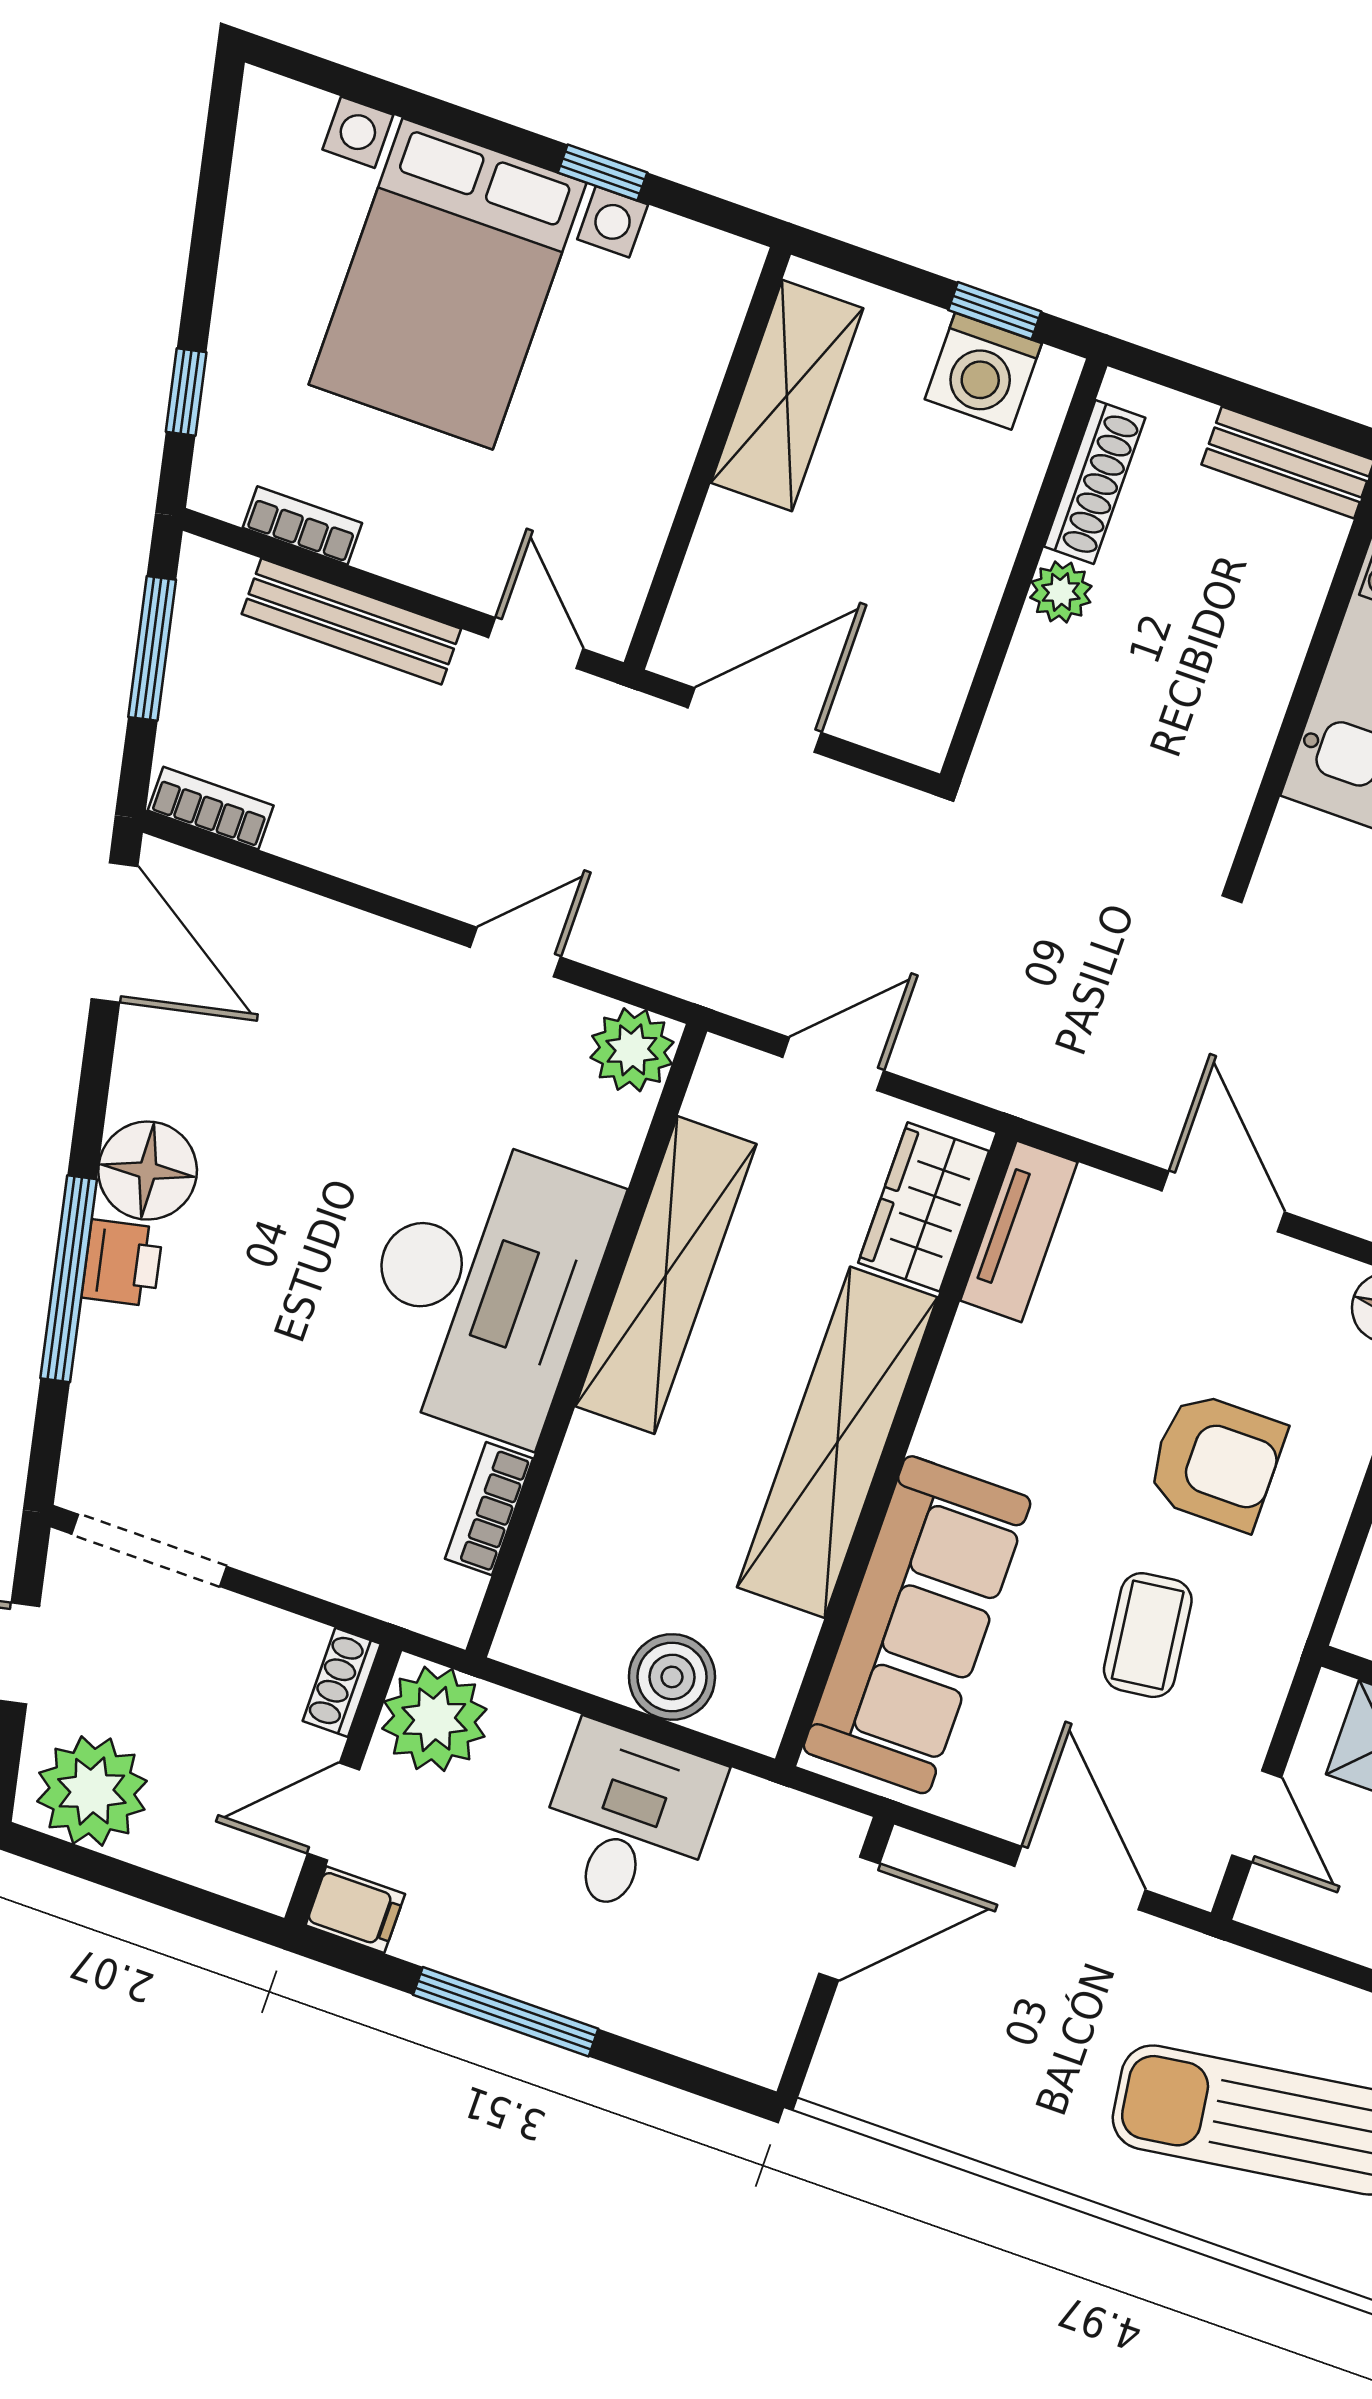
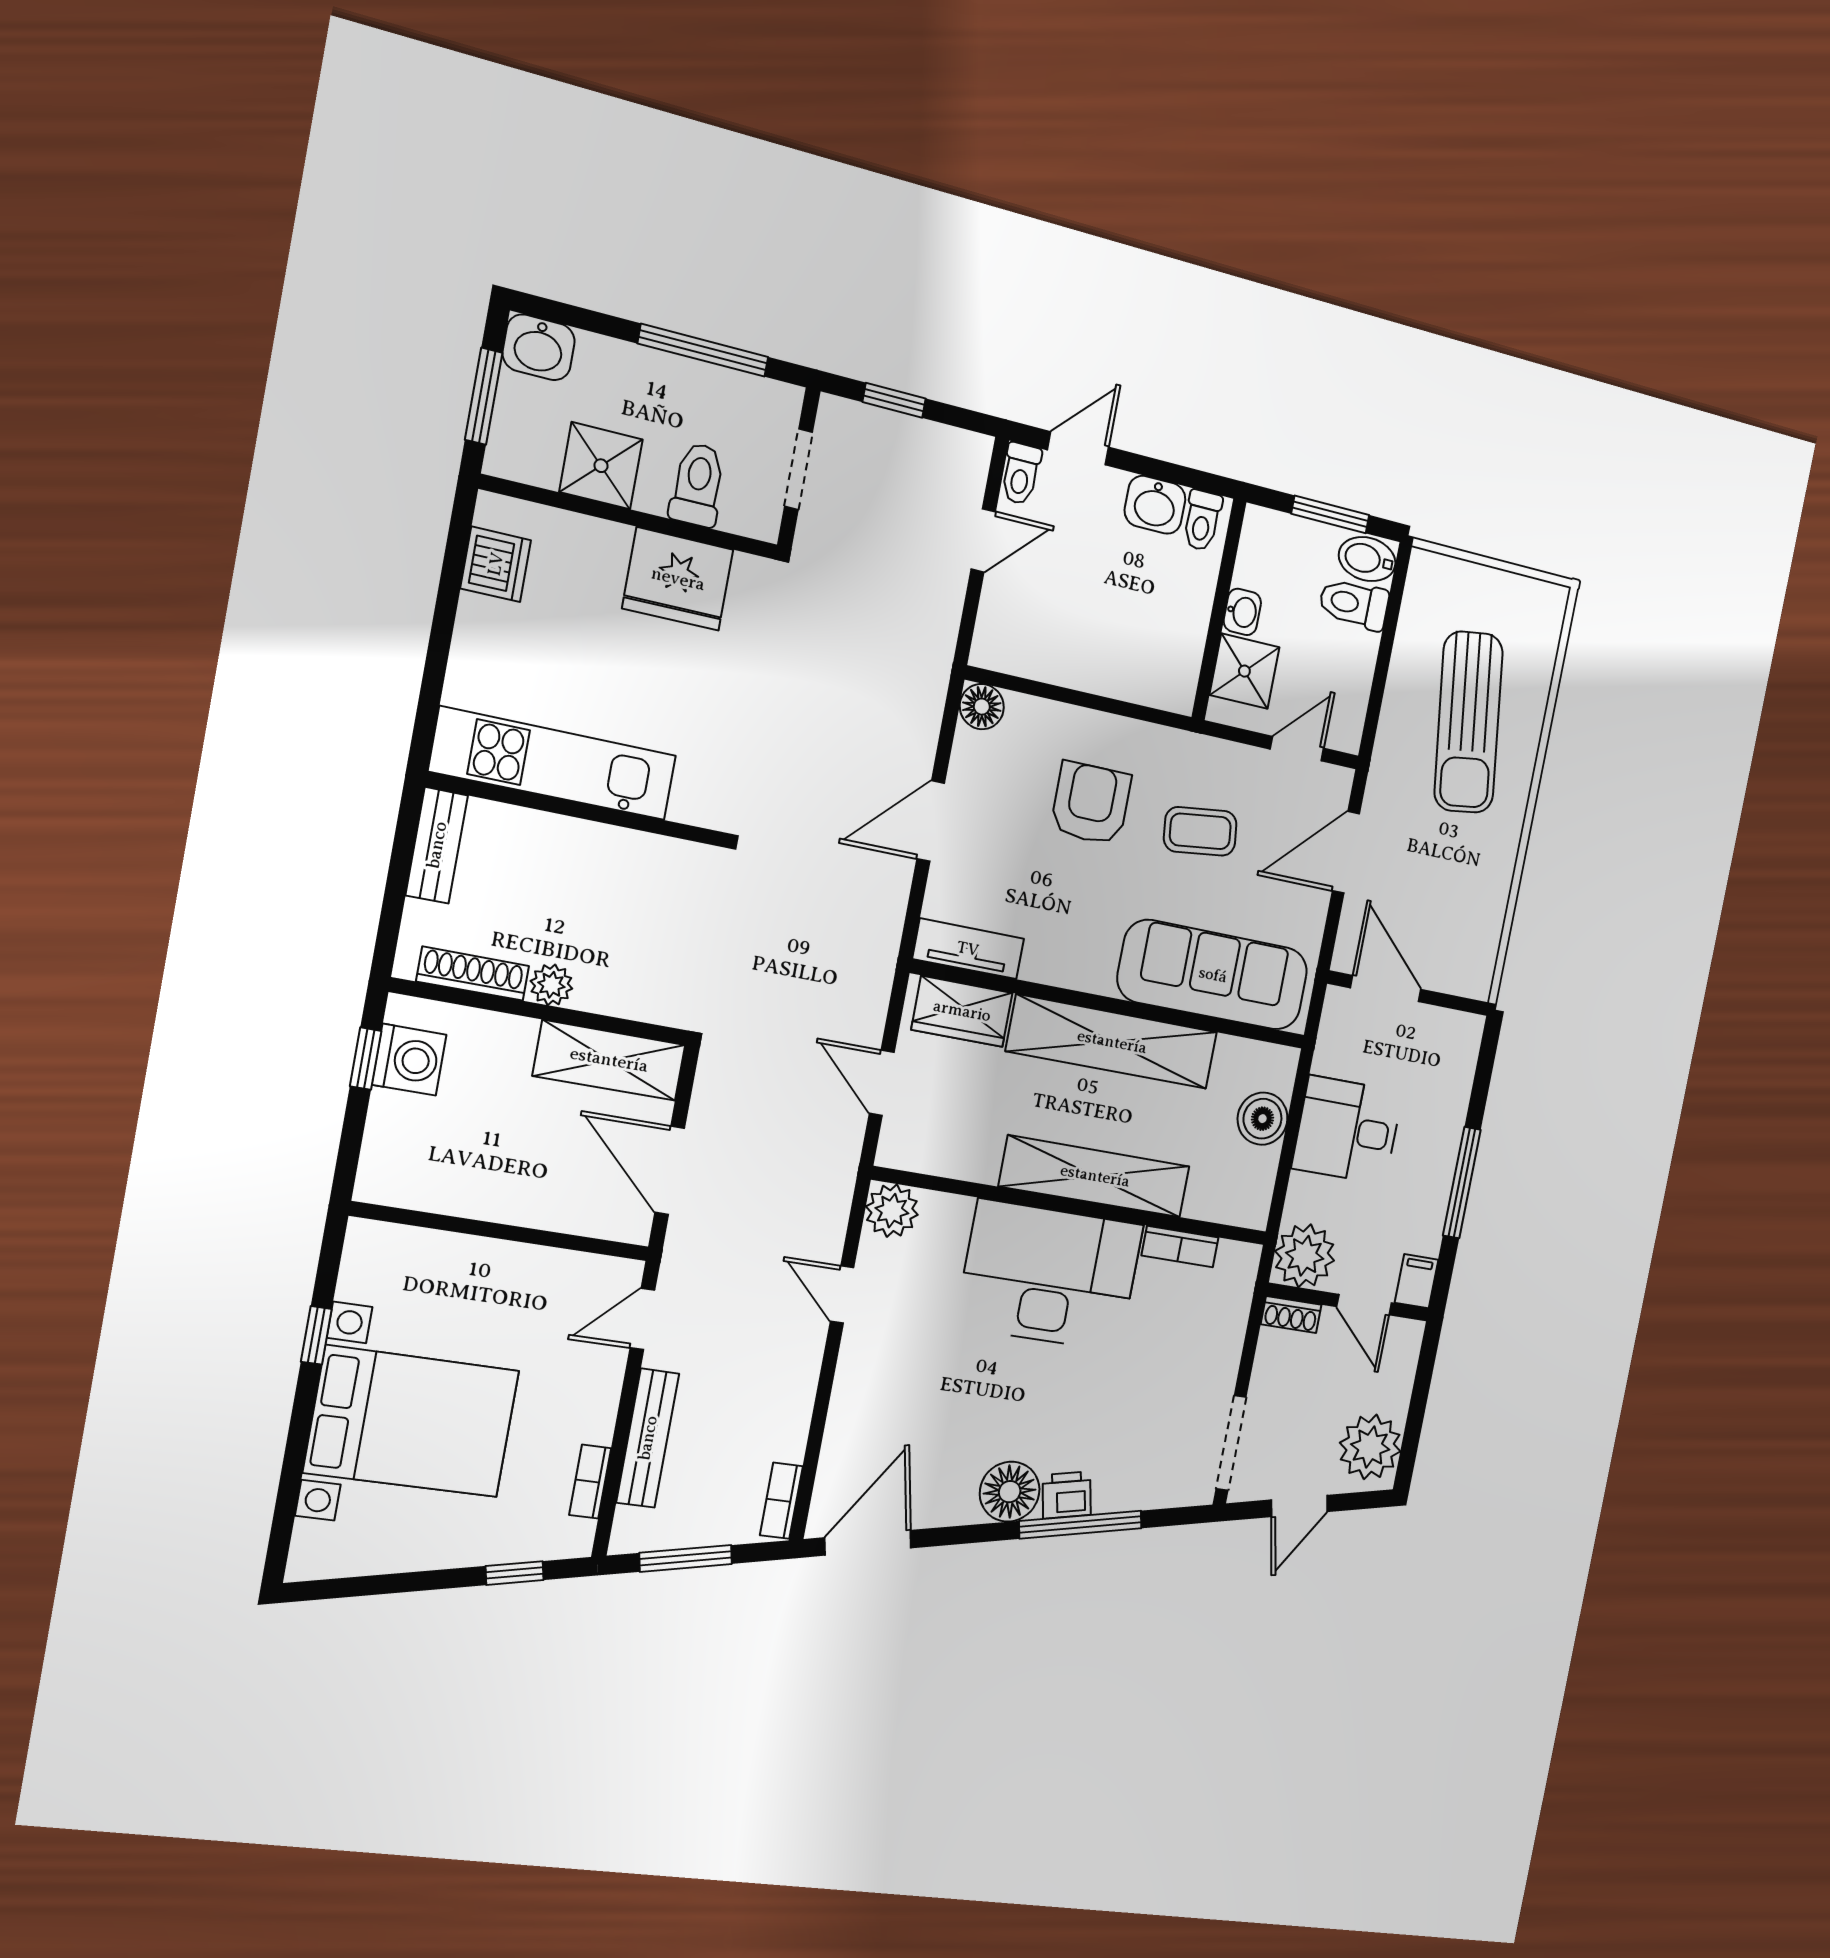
shelving: (787, 396) -> (609, 1060), moved
shelving: (666, 1275) -> (1095, 1176), moved

